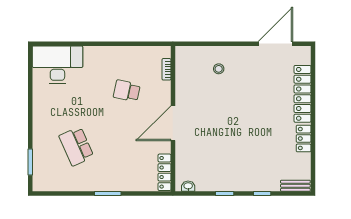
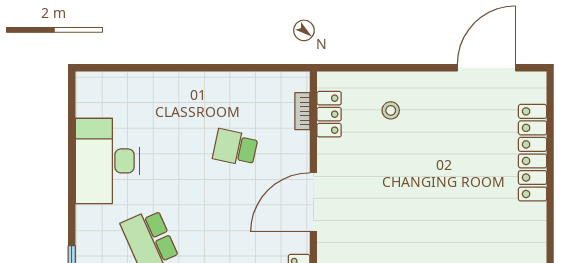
desk: (57, 65) -> (107, 161), moved, turned -90
locker: (304, 138) -> (329, 114), moved, turned 180

